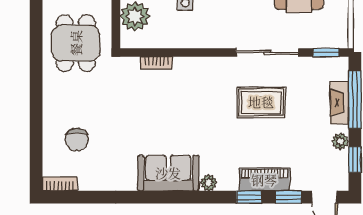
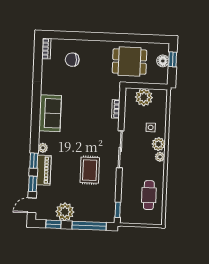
sliding door: (267, 53) -> (120, 149), moved
fireplace: (339, 103) -> (88, 216), removed
plant: (340, 141) -> (65, 212), width x1.87, depth x1.87
plant: (209, 183) -> (43, 148), moved

